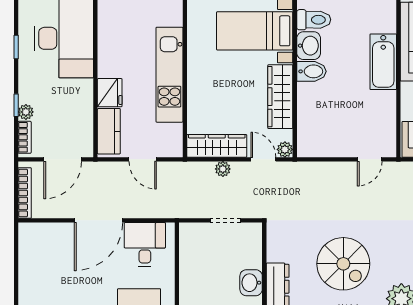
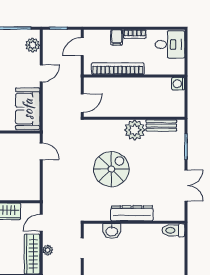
plant: (285, 149) -> (35, 208), removed
washbasin: (251, 283) -> (112, 231), moved

